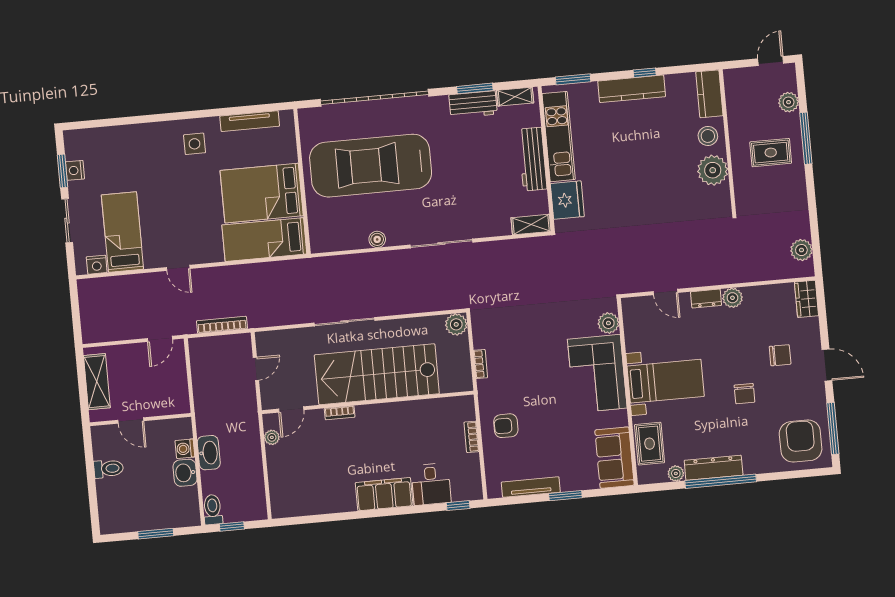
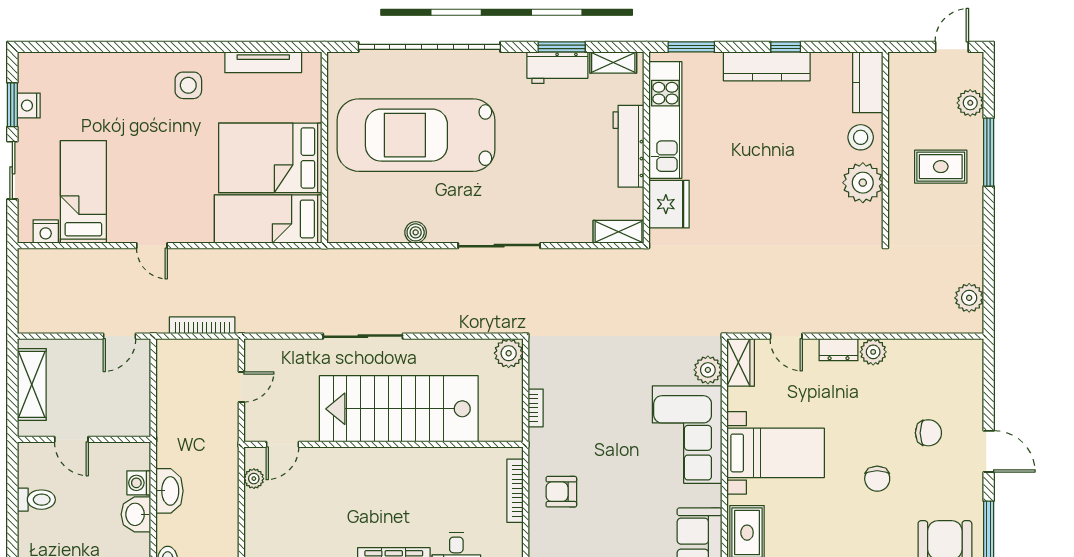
wardrobe: (806, 299) -> (741, 362), moved, turned 180
bookcase: (340, 413) -> (345, 455), removed
bookcase: (472, 437) -> (515, 491), width x1.56

